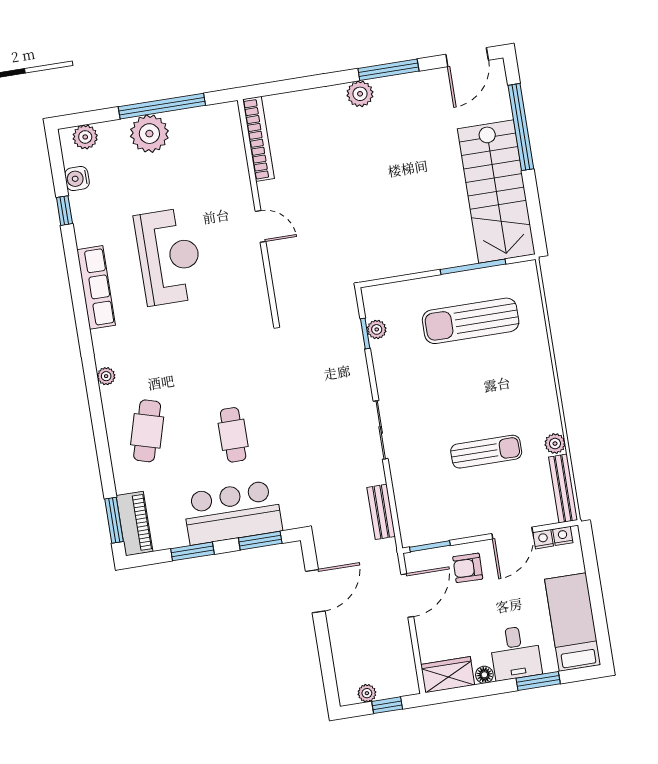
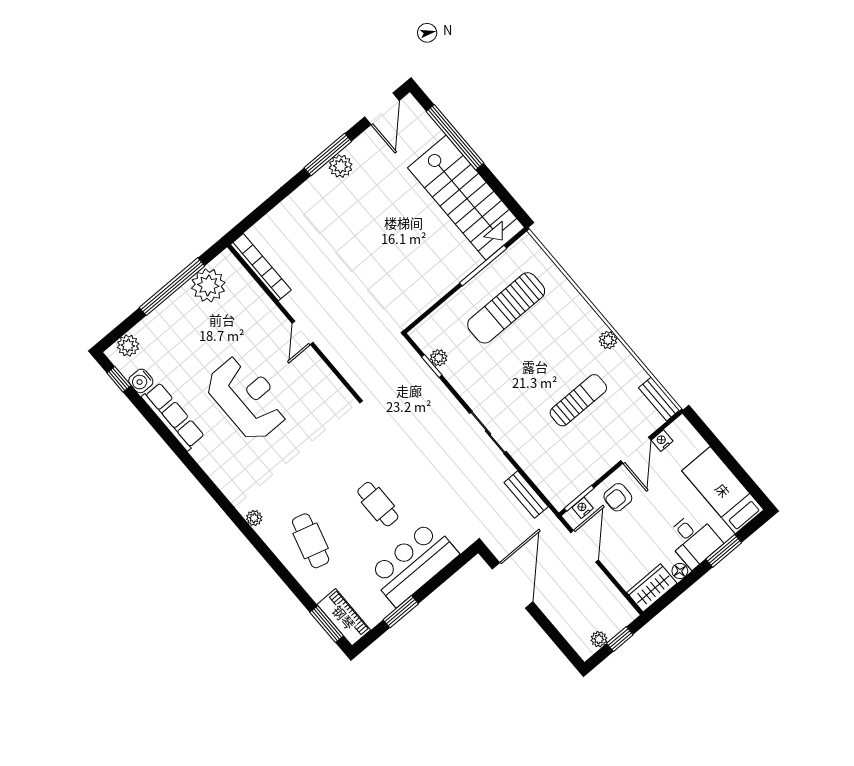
plant: (360, 94) -> (341, 166), moved
plant: (149, 134) -> (208, 285), moved
window: (64, 211) -> (119, 379), moved
door: (260, 226) -> (303, 333), swing flipped
row of seats: (96, 287) -> (173, 417), moved
plant: (555, 444) -> (608, 340), moved
bench: (563, 489) -> (659, 399), width x0.73
nightstand: (563, 536) -> (583, 508), moved
window: (260, 541) -> (447, 572), removed
door: (315, 591) -> (512, 585), width x1.36

